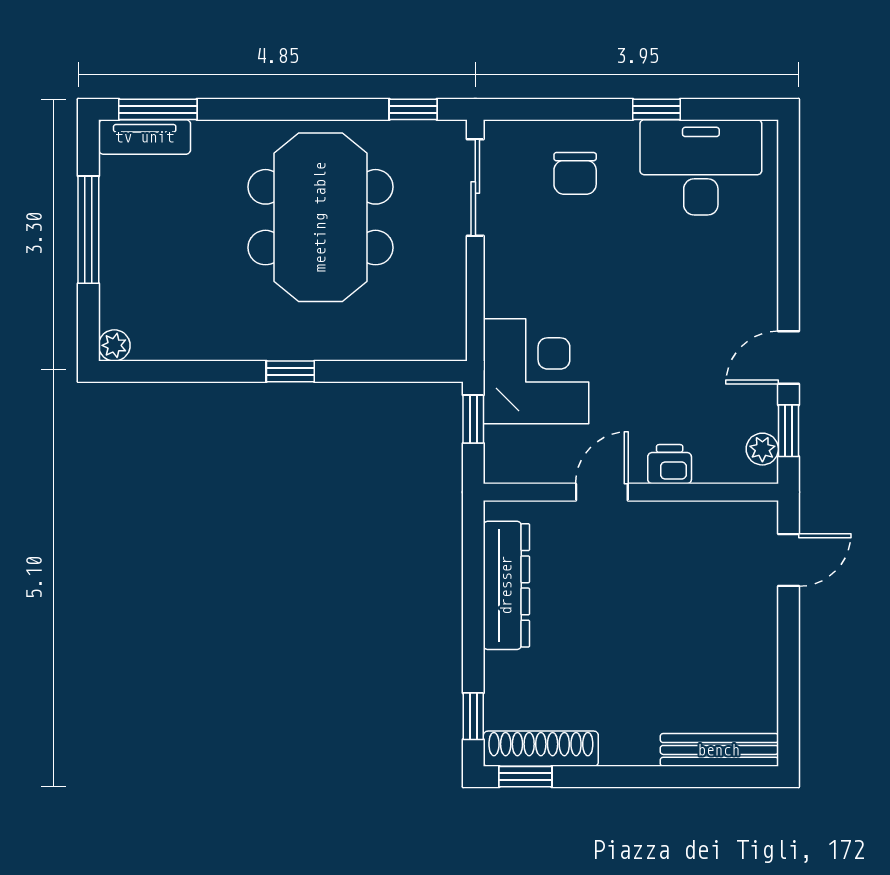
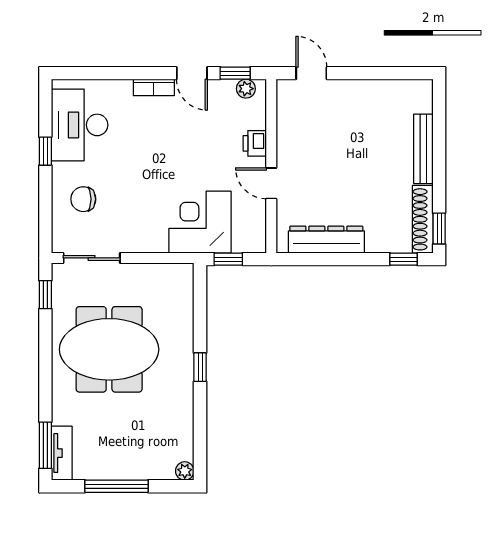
chair: (575, 173) -> (83, 199), turned 180
bookcase: (764, 293) -> (154, 87), added
bench: (719, 750) -> (423, 149), moved

